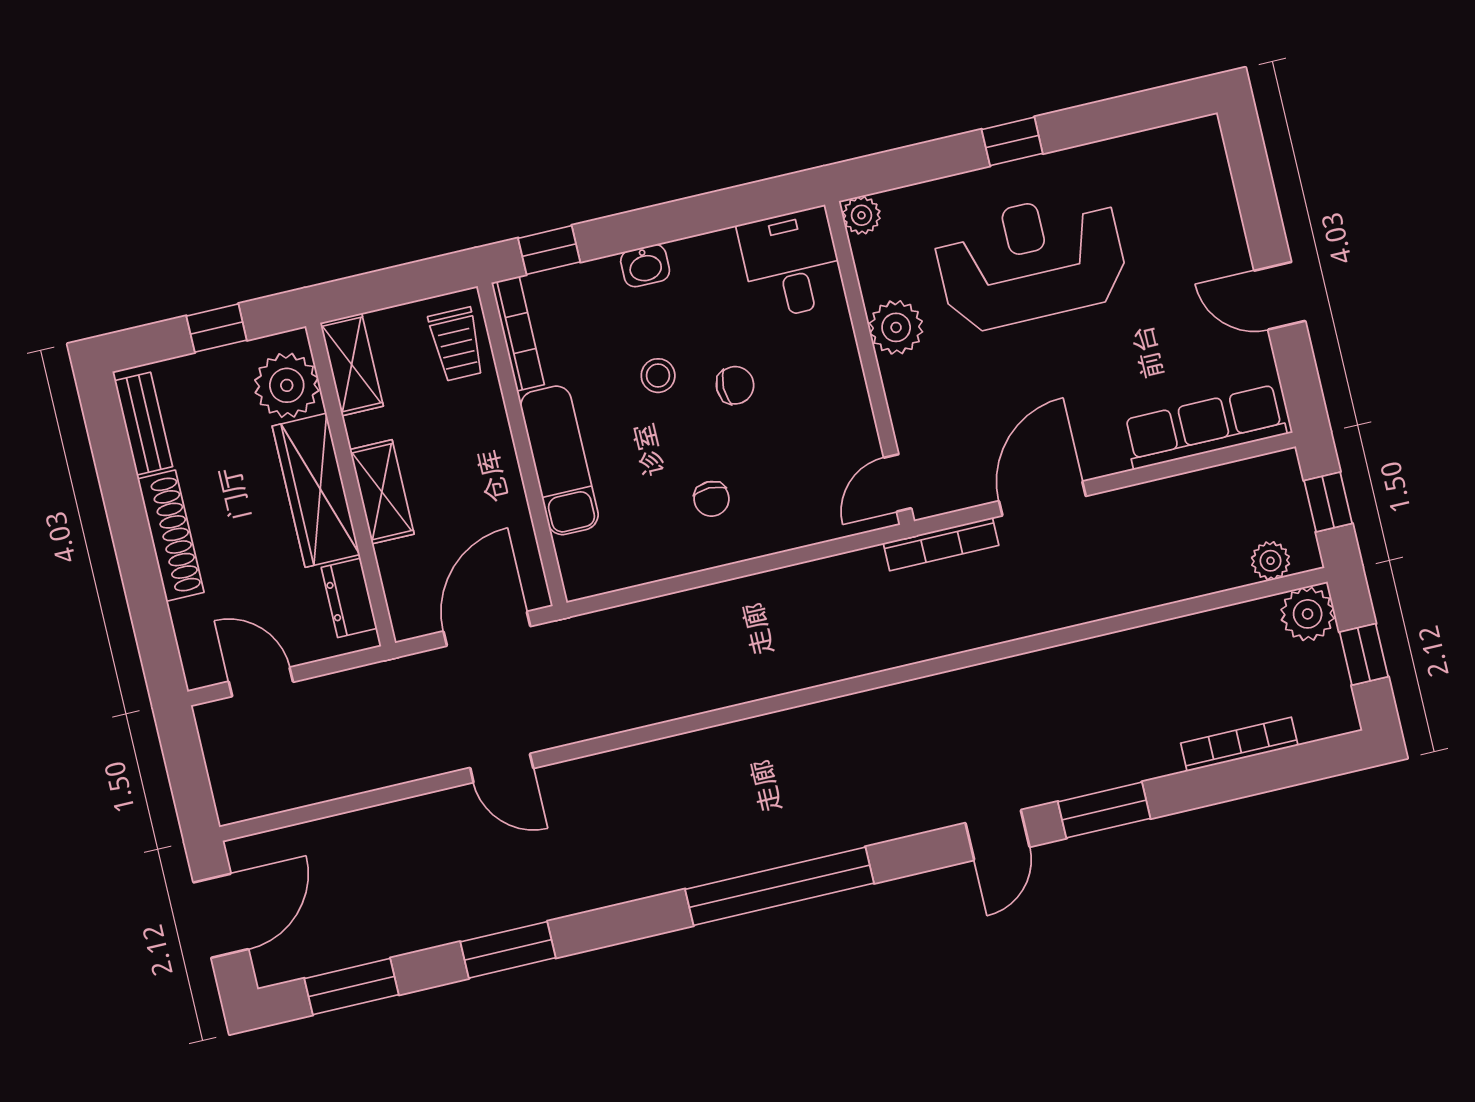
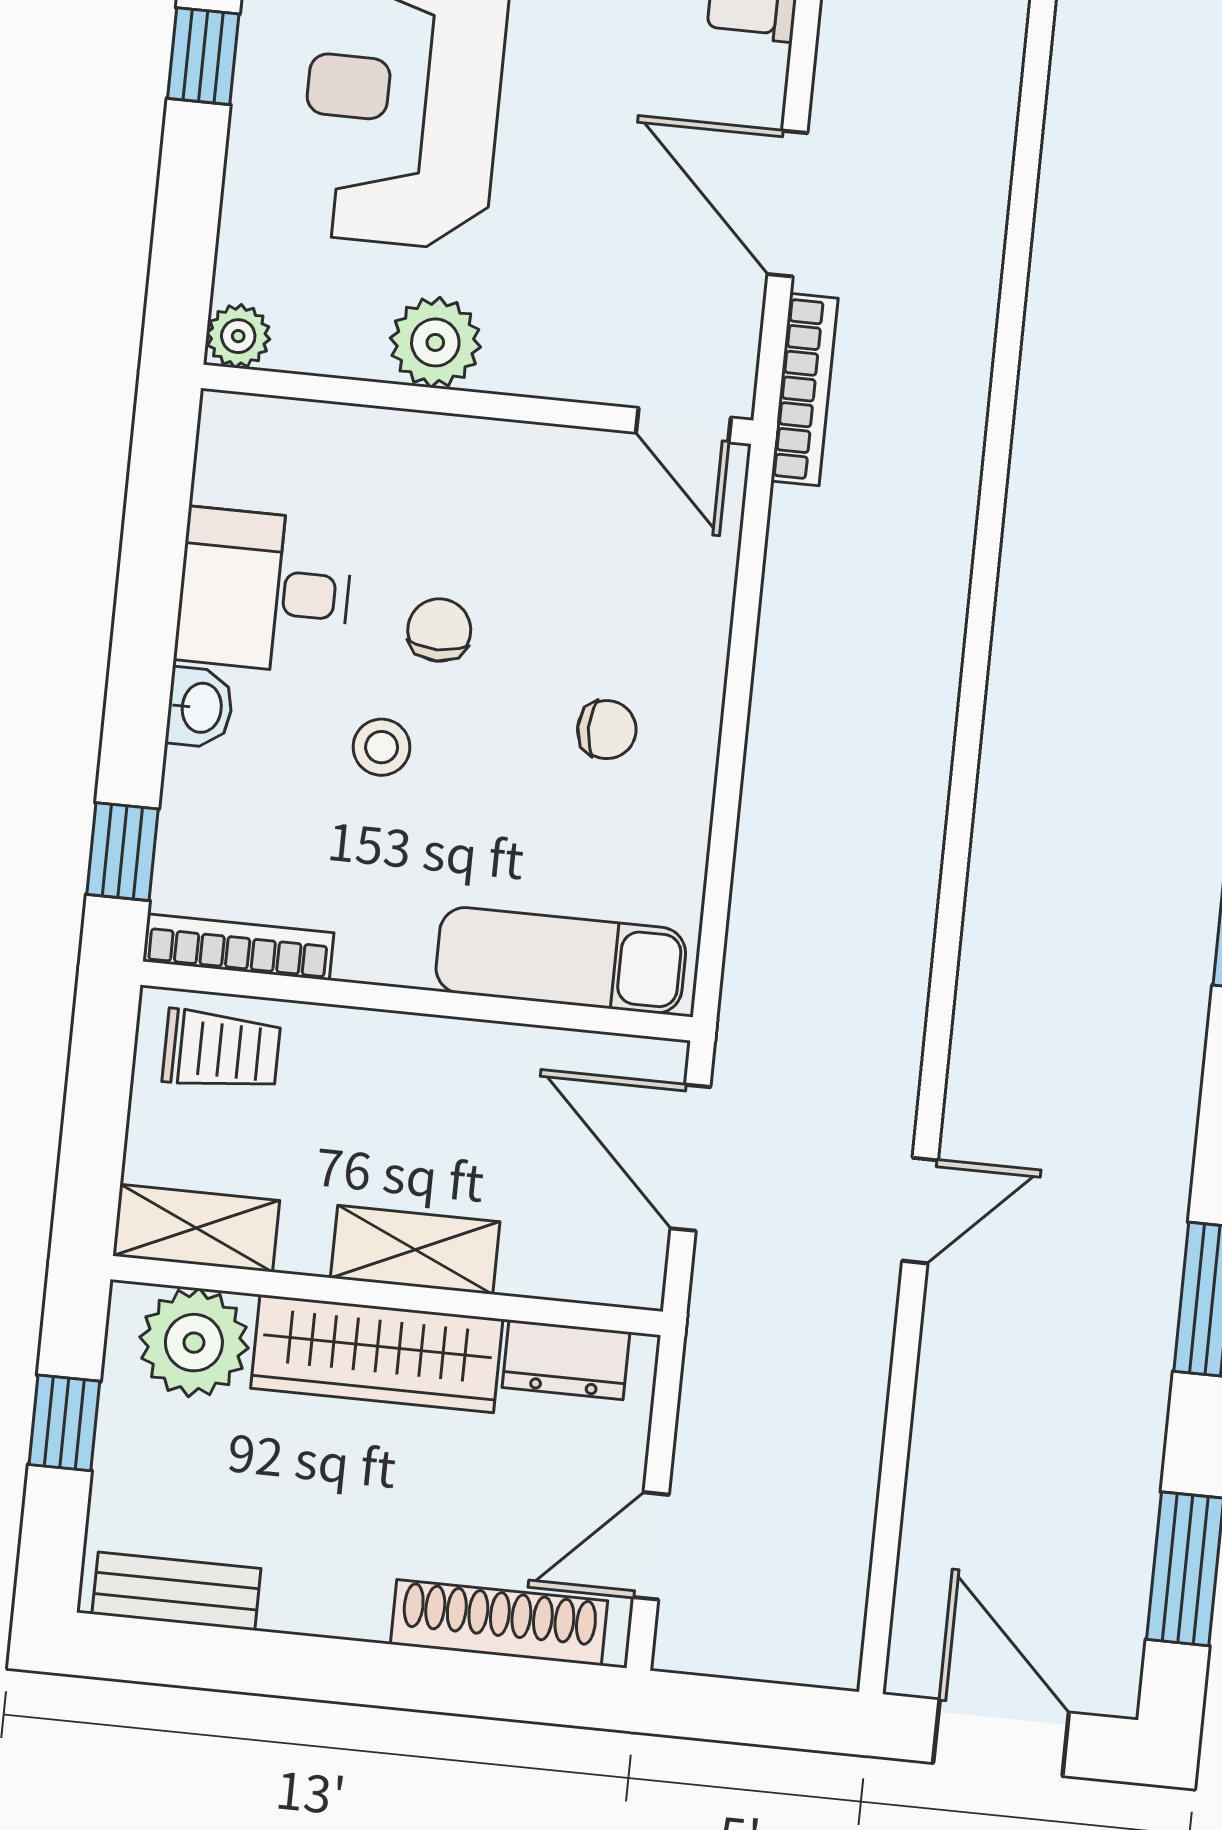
desk: (792, 263) -> (264, 591), moved
exam couch: (559, 460) -> (561, 960), moved
shoe rack: (171, 536) -> (499, 1622), moved

